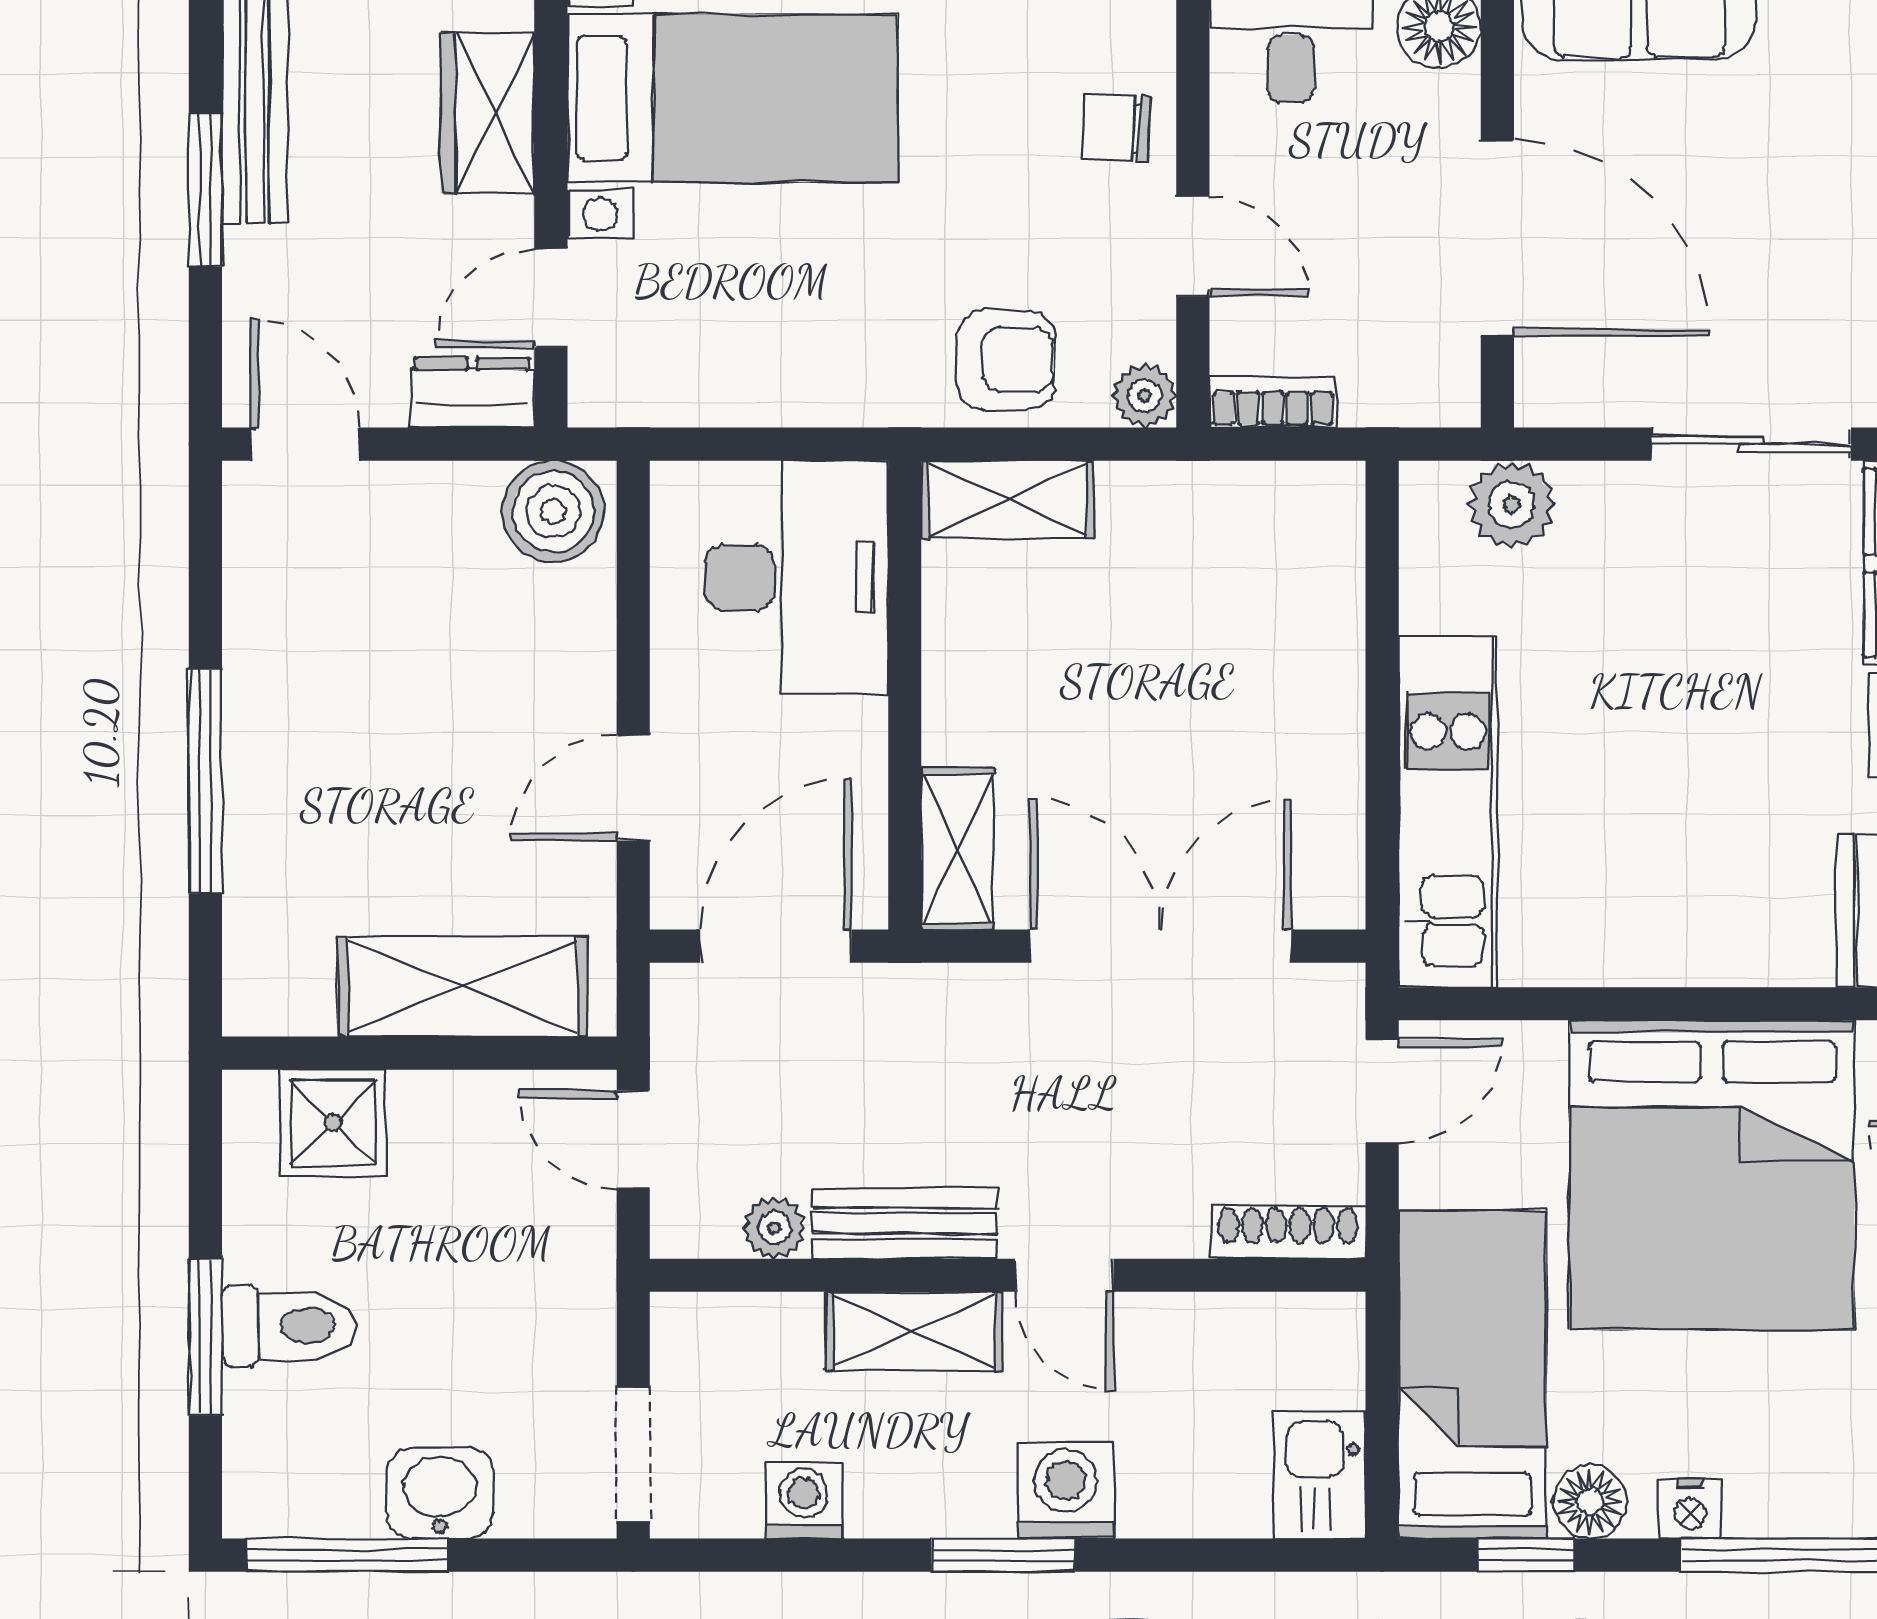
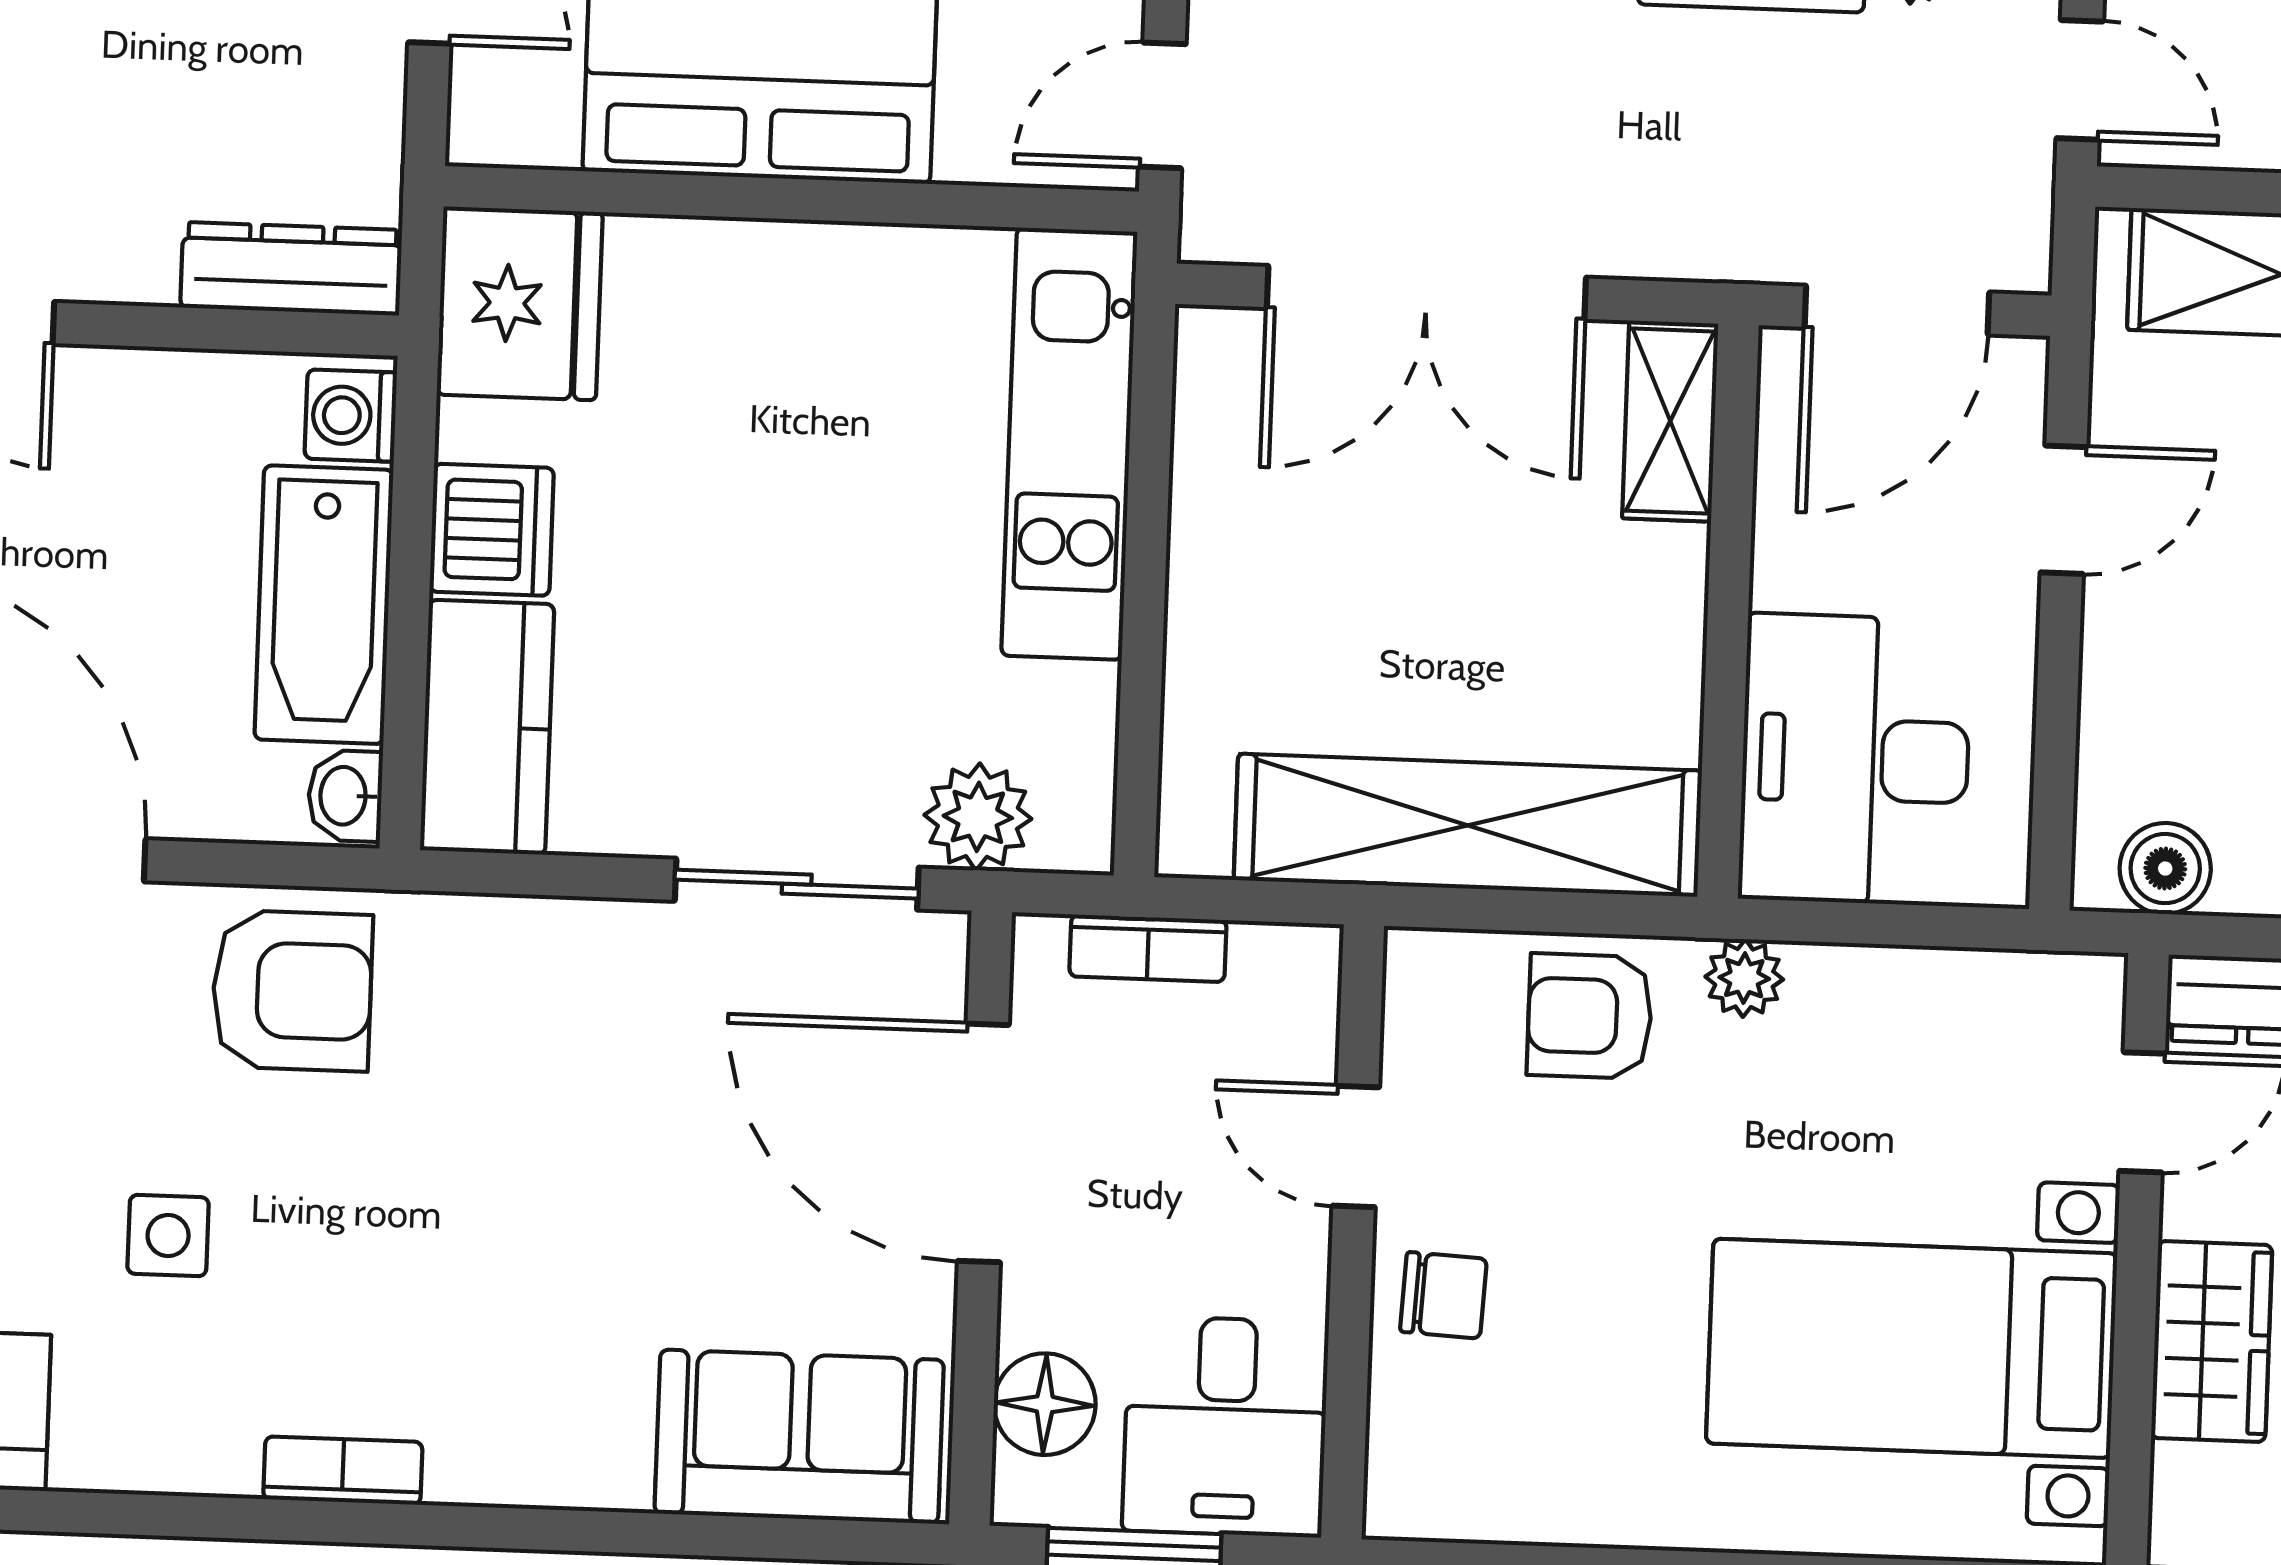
plant: (1144, 396) -> (1744, 978), moved
bookcase: (1273, 402) -> (1148, 948), moved
sliding door: (1751, 444) -> (797, 884), moved
shelving: (1007, 499) -> (1468, 825), width x2.20, depth x1.33
boiler: (553, 511) -> (2165, 869), width x0.73, depth x0.73

